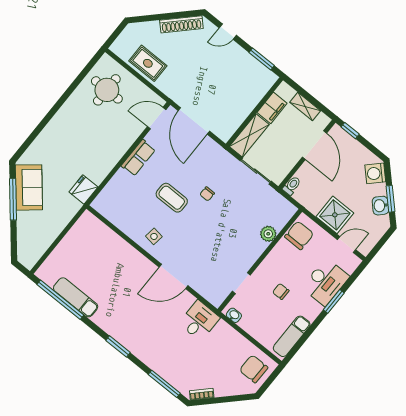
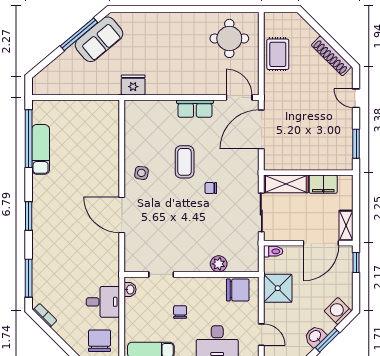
shelving: (305, 107) -> (346, 225), moved
shower: (335, 215) -> (278, 288), moved
desk: (199, 321) -> (103, 302), moved

